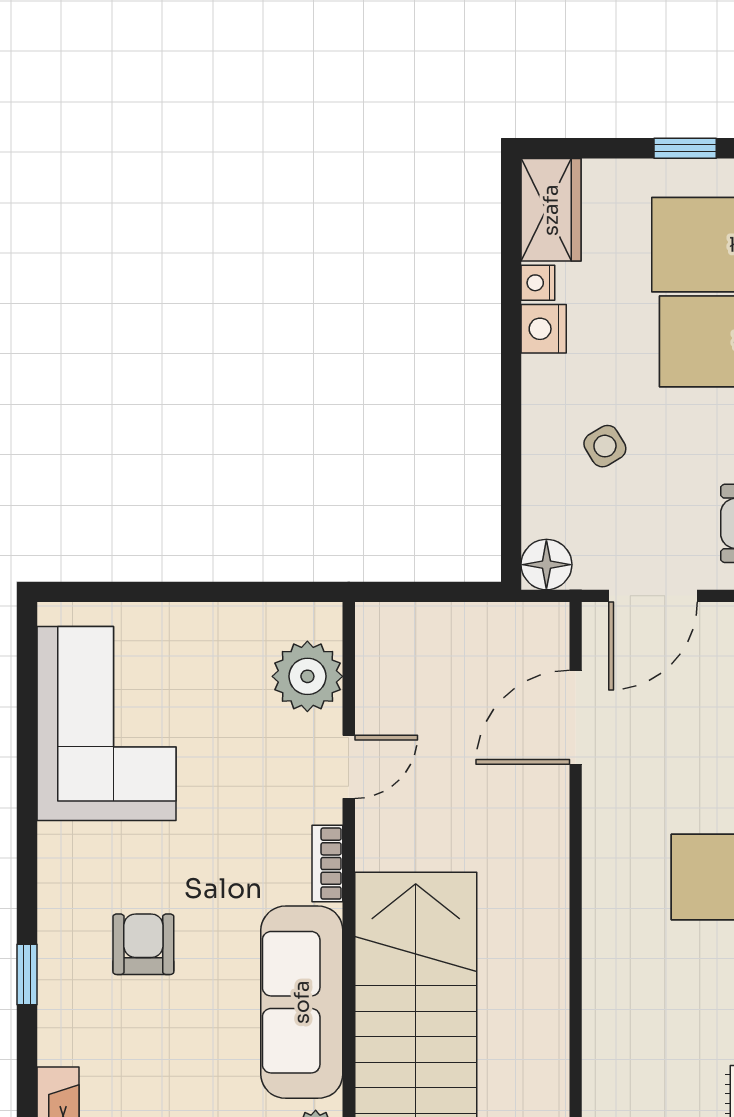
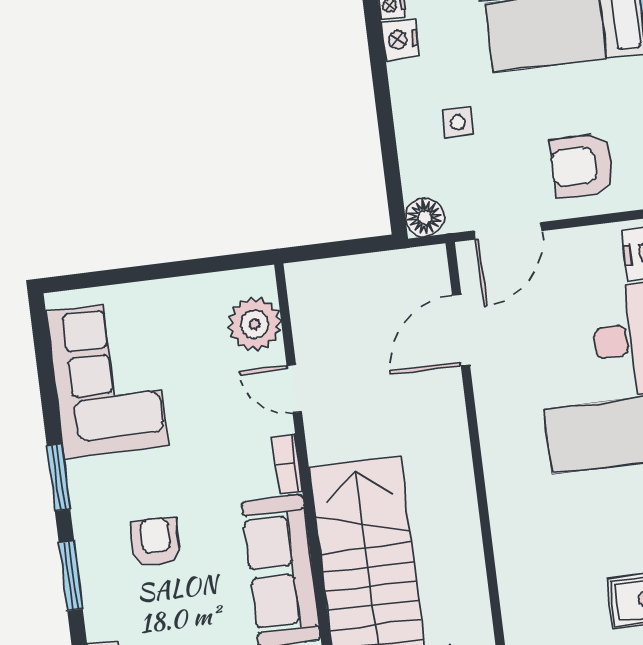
side table: (605, 446) -> (458, 122), turned 31
door: (349, 767) -> (294, 389), swing flipped
window: (27, 844) -> (59, 478), added
window: (27, 975) -> (71, 576), width x1.50

